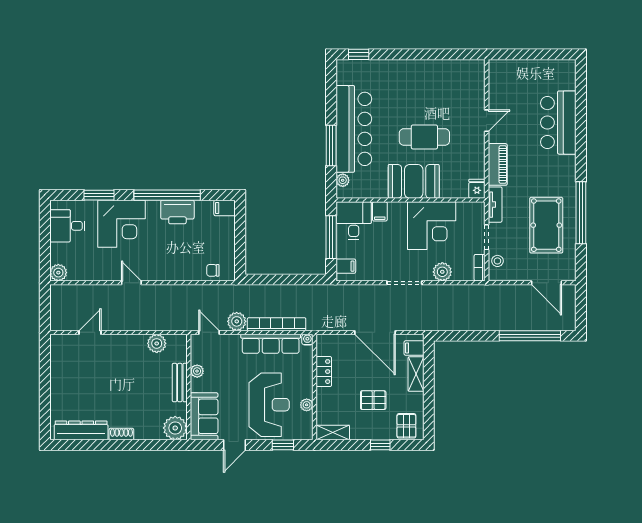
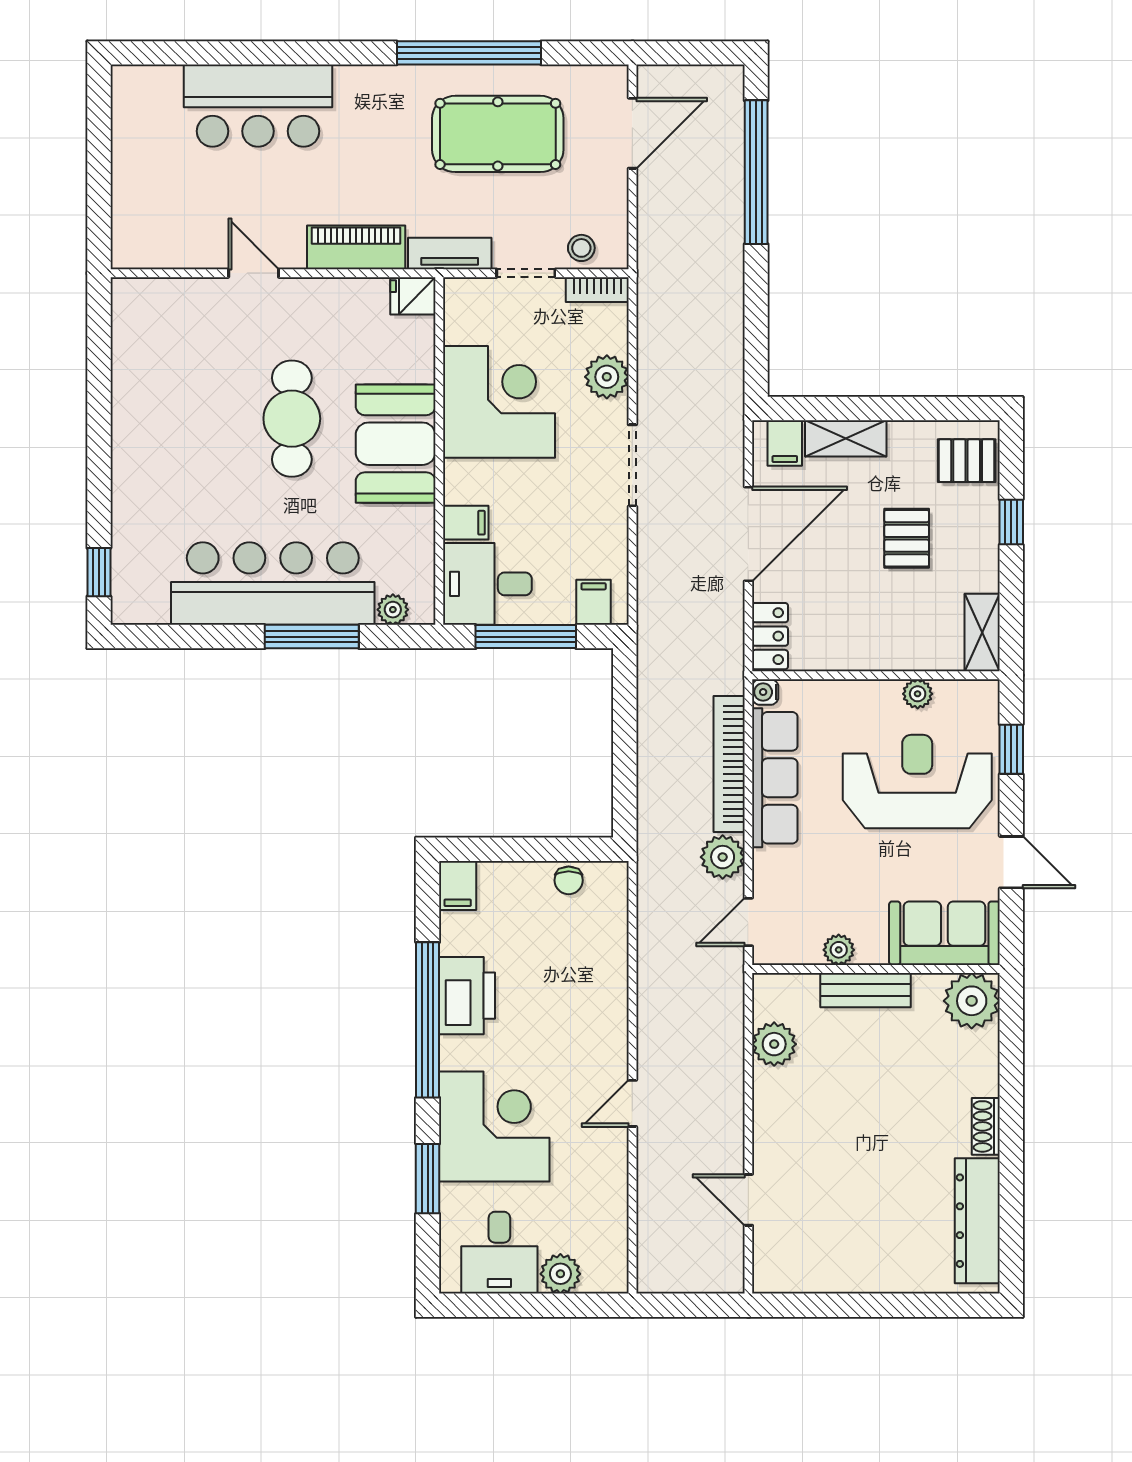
chair: (213, 270) -> (569, 880), moved
plant: (58, 273) -> (560, 1274), moved
locker: (324, 372) -> (770, 636), moved, turned 90

